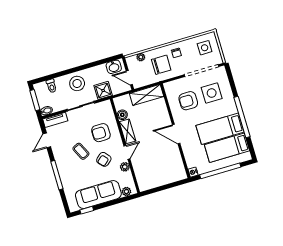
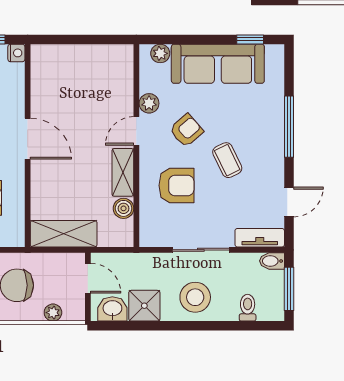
shower: (103, 90) -> (144, 306), moved

